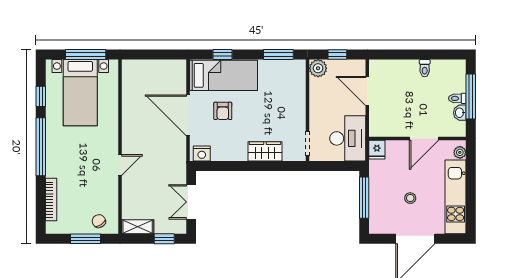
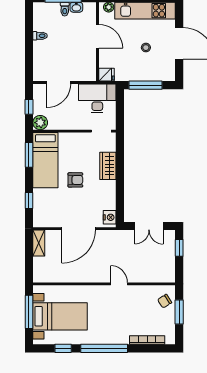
bed: (224, 75) -> (45, 160), moved, turned 180
armchair: (223, 111) -> (75, 180), moved
shelving: (138, 227) -> (39, 243), moved

